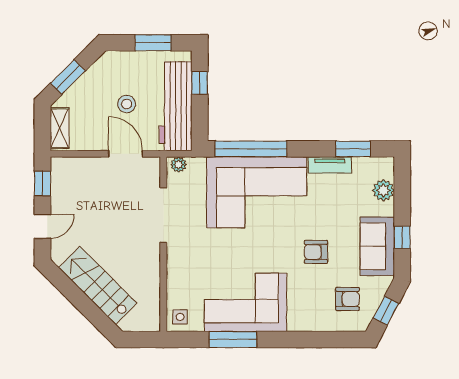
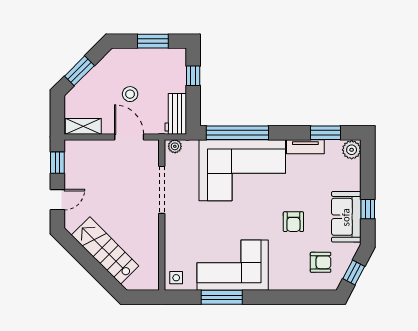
workbench: (176, 106) -> (176, 114), width x0.53, depth x0.76
shelving: (60, 128) -> (83, 126), moved, turned 90
plant: (383, 190) -> (352, 150), moved
armchair: (316, 252) -> (293, 222), turned -90

